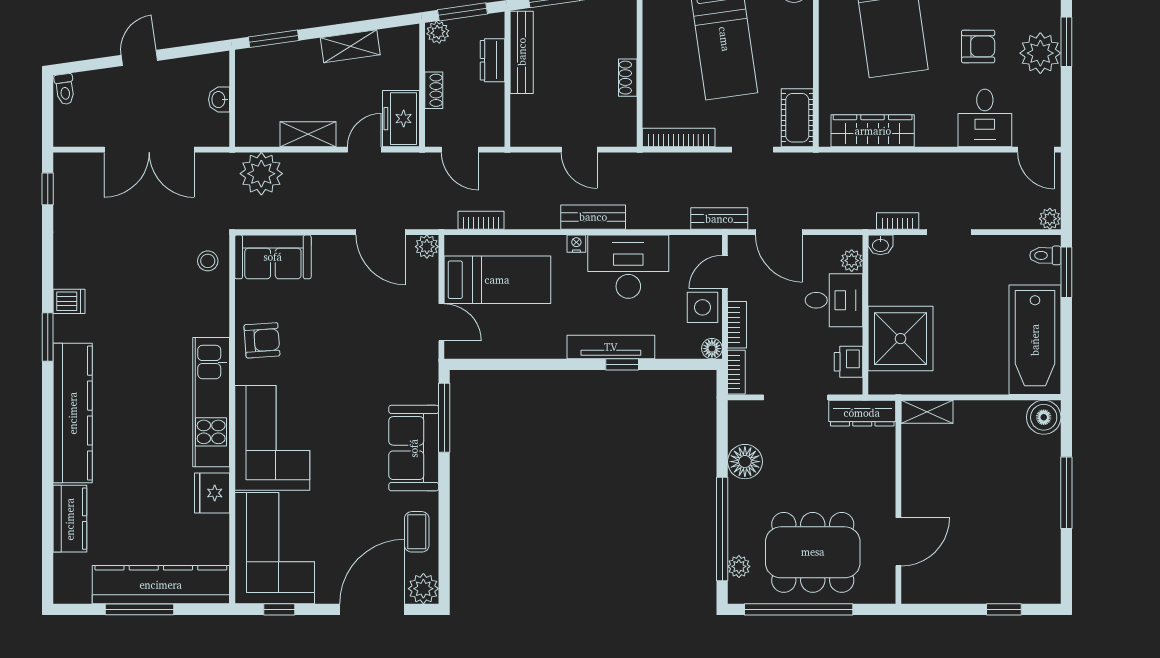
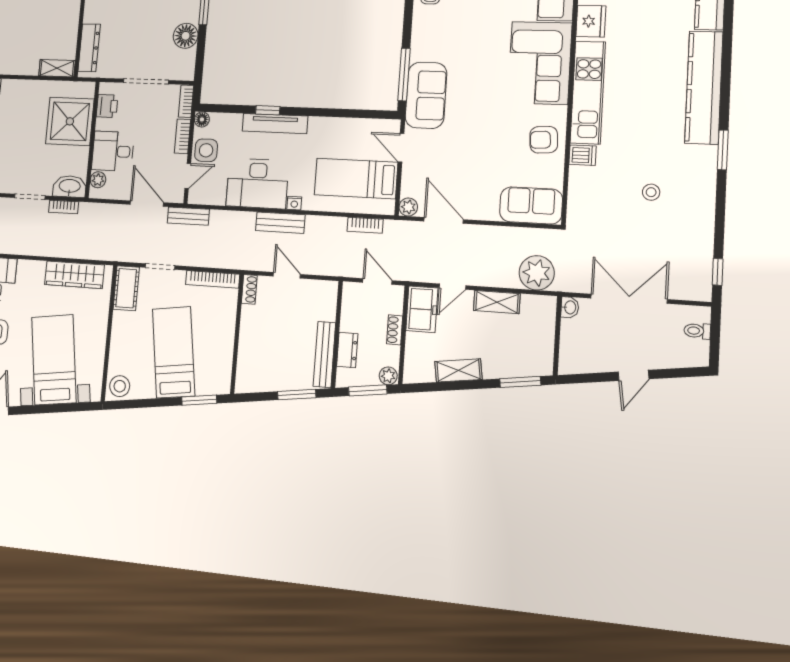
shoe rack: (628, 78) -> (249, 289), moved
toilet: (65, 89) -> (697, 331), moved, turned -82
washbasin: (219, 100) -> (570, 307), moved
washbasin: (880, 245) -> (70, 186), width x1.91, depth x1.45
stool: (208, 261) -> (651, 192), moved
dishwasher: (69, 301) -> (583, 155), moved, turned 180
dresser: (862, 413) -> (89, 48), moved, turned 90
sofa: (414, 448) -> (426, 95), moved

